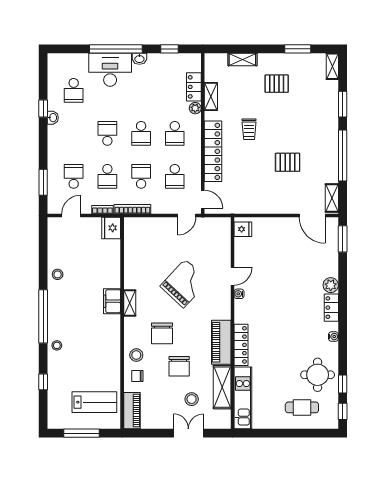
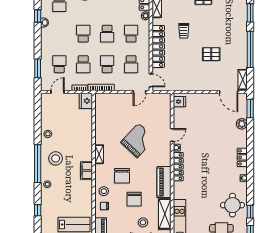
school desk: (175, 133) -> (131, 34), turned 180
plant: (331, 285) -> (242, 124), moved
filing cabinet: (112, 301) -> (87, 171), moved
stool: (68, 309) -> (56, 158), added
locker: (241, 345) -> (178, 167), moved

